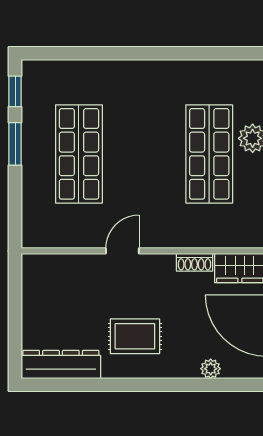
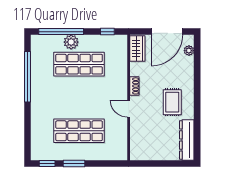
window: (185, 53) -> (28, 77), added
shoe rack: (194, 262) -> (134, 86), moved
plant: (211, 369) -> (189, 51), moved

